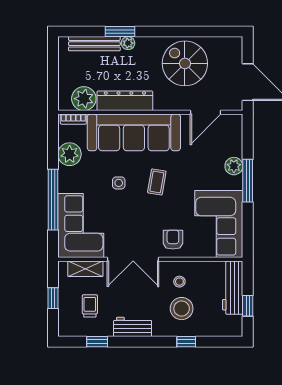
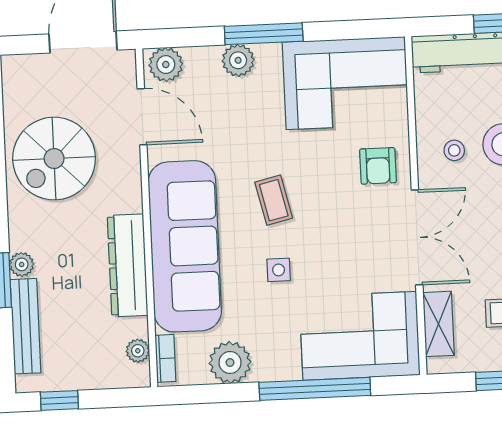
window: (53, 60) -> (59, 400), added
plant: (84, 99) -> (138, 351), width x0.53, depth x0.53
plant: (233, 127) -> (166, 65), added
coffee table: (157, 182) -> (274, 200), turned 67
armchair: (173, 240) -> (378, 166), turned -90

